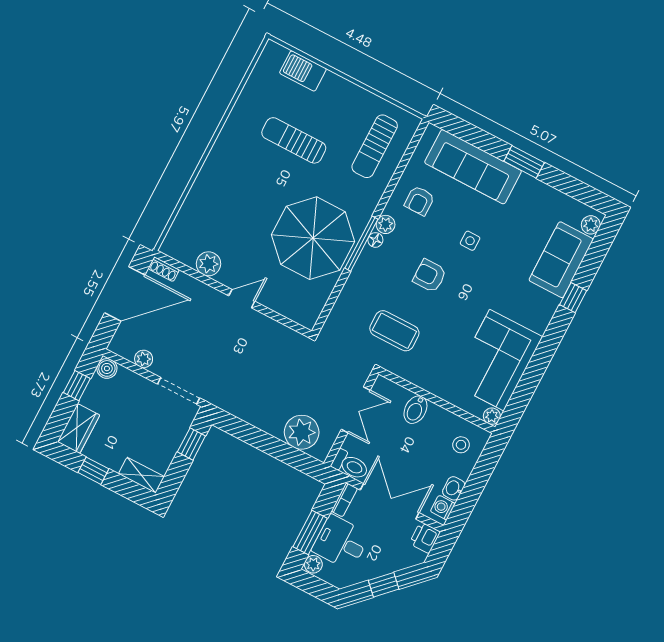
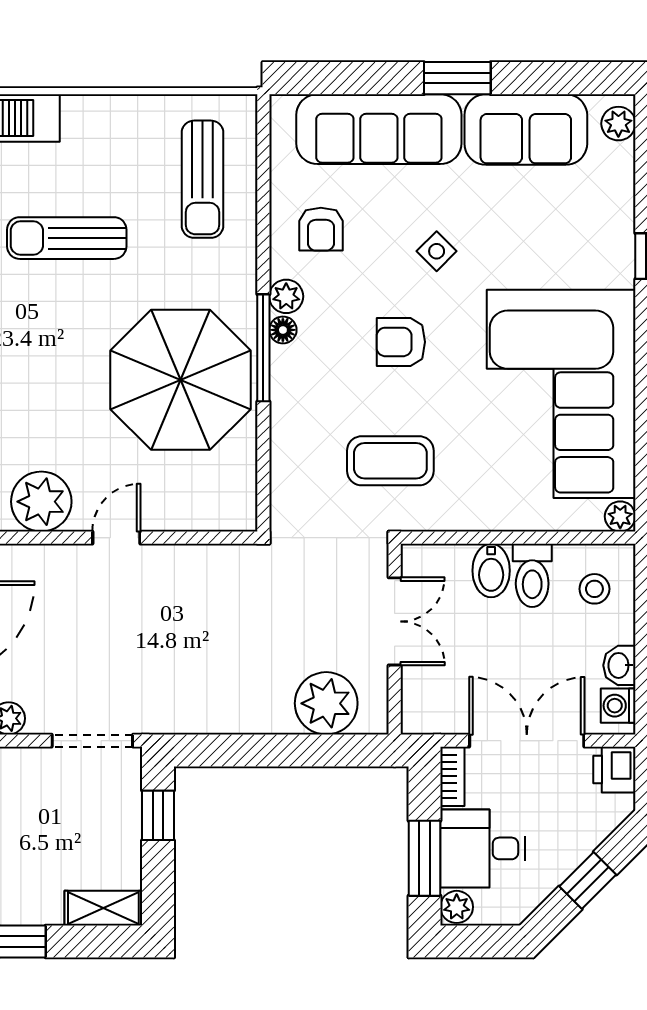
side table: (470, 241) -> (437, 251), turned 45
sofa: (561, 260) -> (526, 129), moved, turned -90
plant: (209, 264) -> (41, 502), width x1.36, depth x1.36
corner sofa: (497, 360) -> (561, 394), width x1.36, depth x1.36
toilet: (350, 465) -> (532, 575), moved, turned 90

